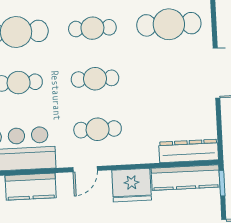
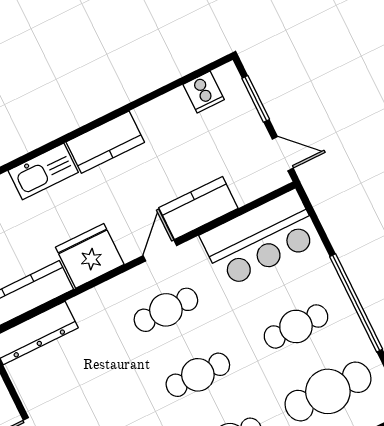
kitchen counter: (31, 187) -> (198, 208), moved

